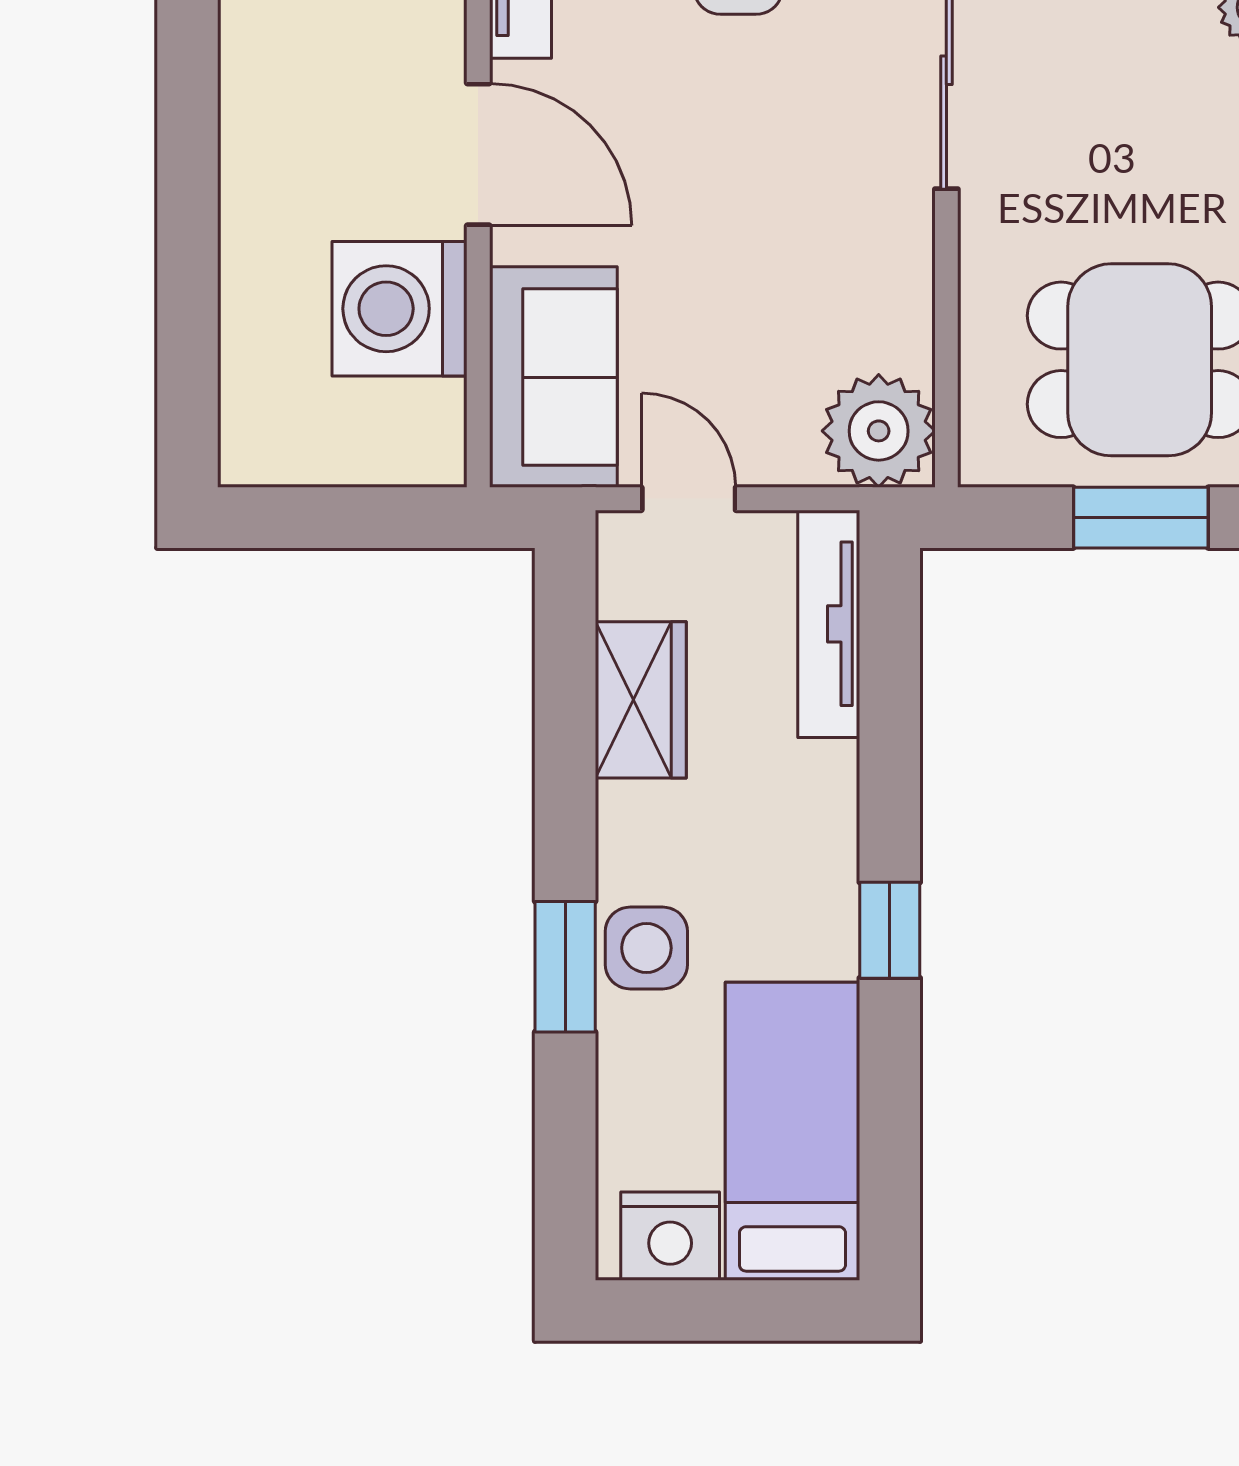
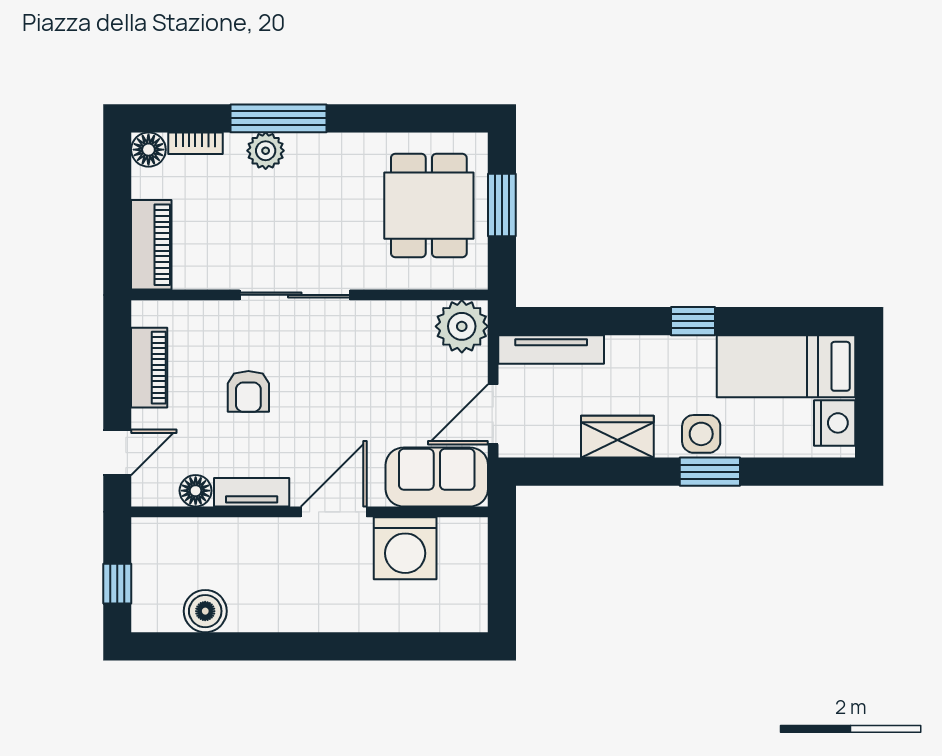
door: (689, 499) -> (493, 414), width x1.38
wardrobe: (641, 700) -> (617, 437), moved

